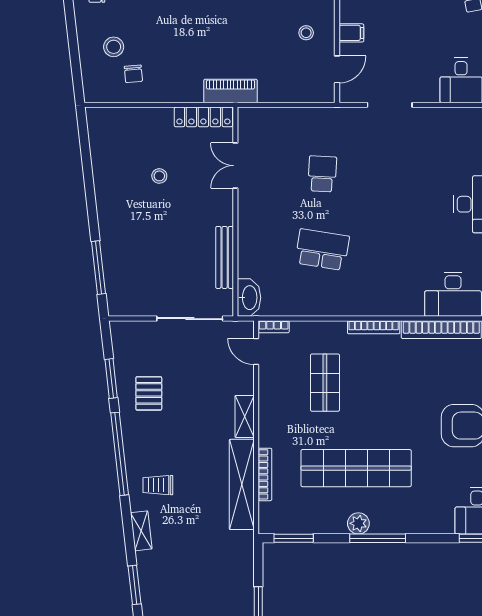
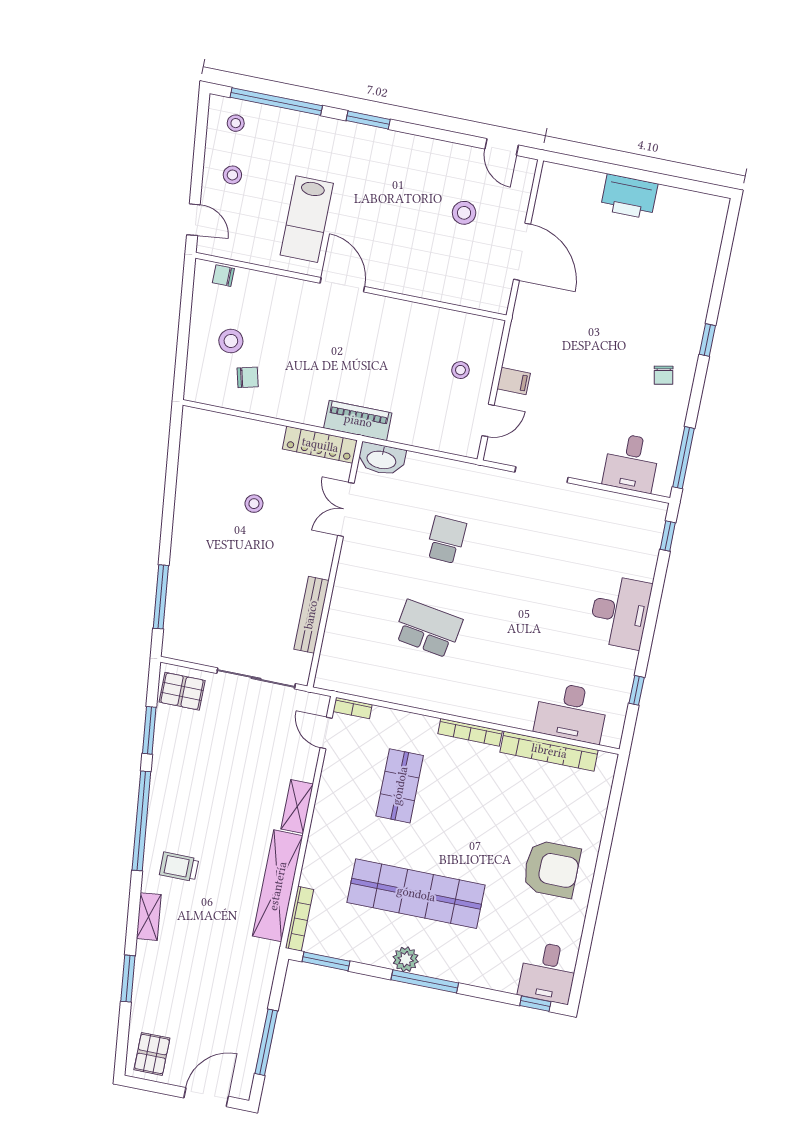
chair: (133, 74) -> (248, 377), turned -99
washbasin: (249, 298) -> (382, 459), moved, turned 90
pallet: (149, 393) -> (182, 691), moved, turned 90
bookcase: (265, 474) -> (299, 919), moved

